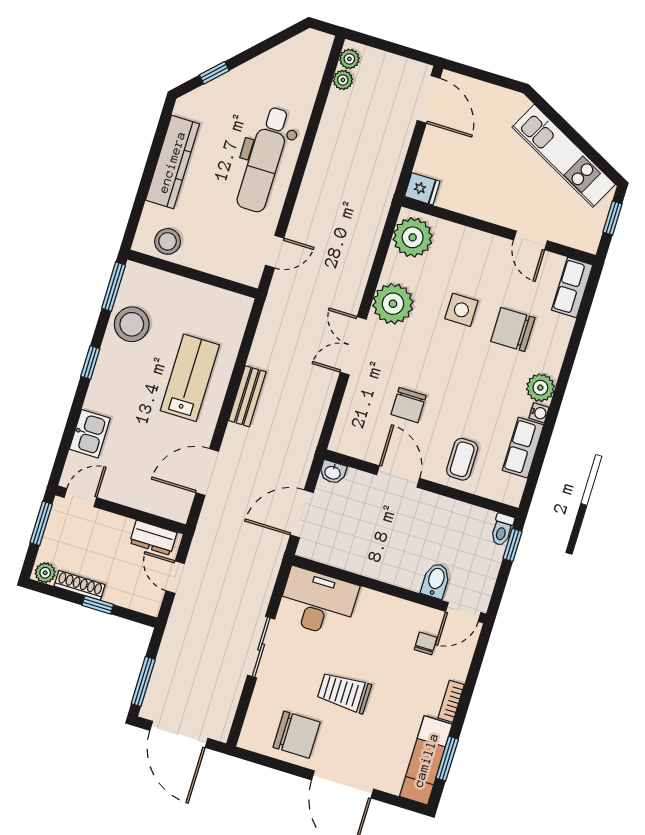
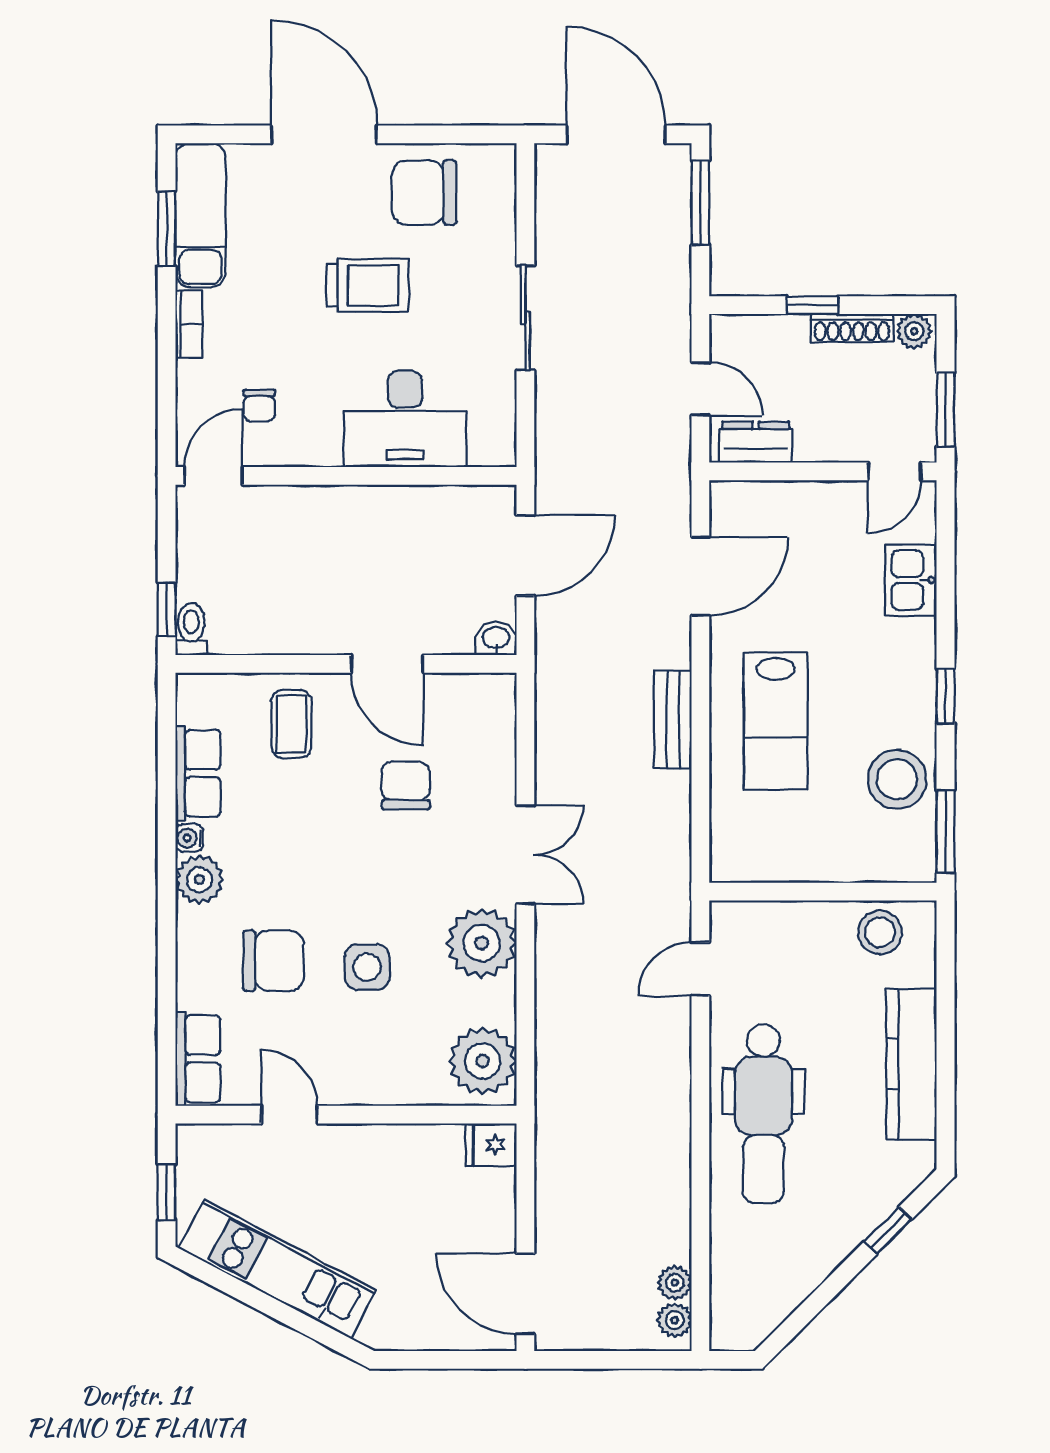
dental chair: (264, 160) -> (763, 1114), turned 180
bidet: (436, 581) -> (274, 513), removed
desk: (318, 602) -> (405, 419), moved

